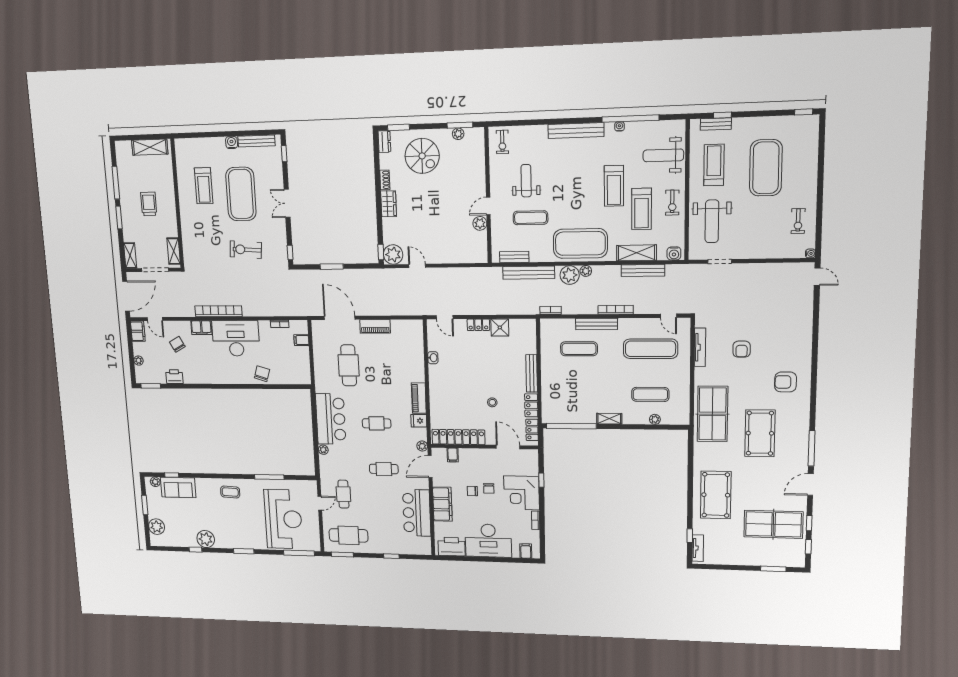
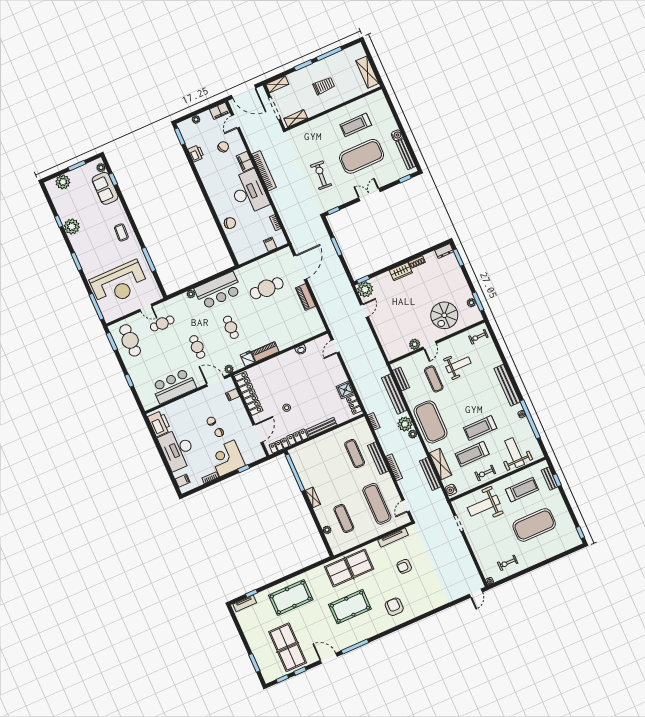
spiral stairs: (422, 156) -> (444, 315), moved
door: (488, 206) -> (430, 345), swing flipped
locker: (478, 325) -> (354, 405), moved
filing cabinet: (442, 504) -> (190, 403), removed

